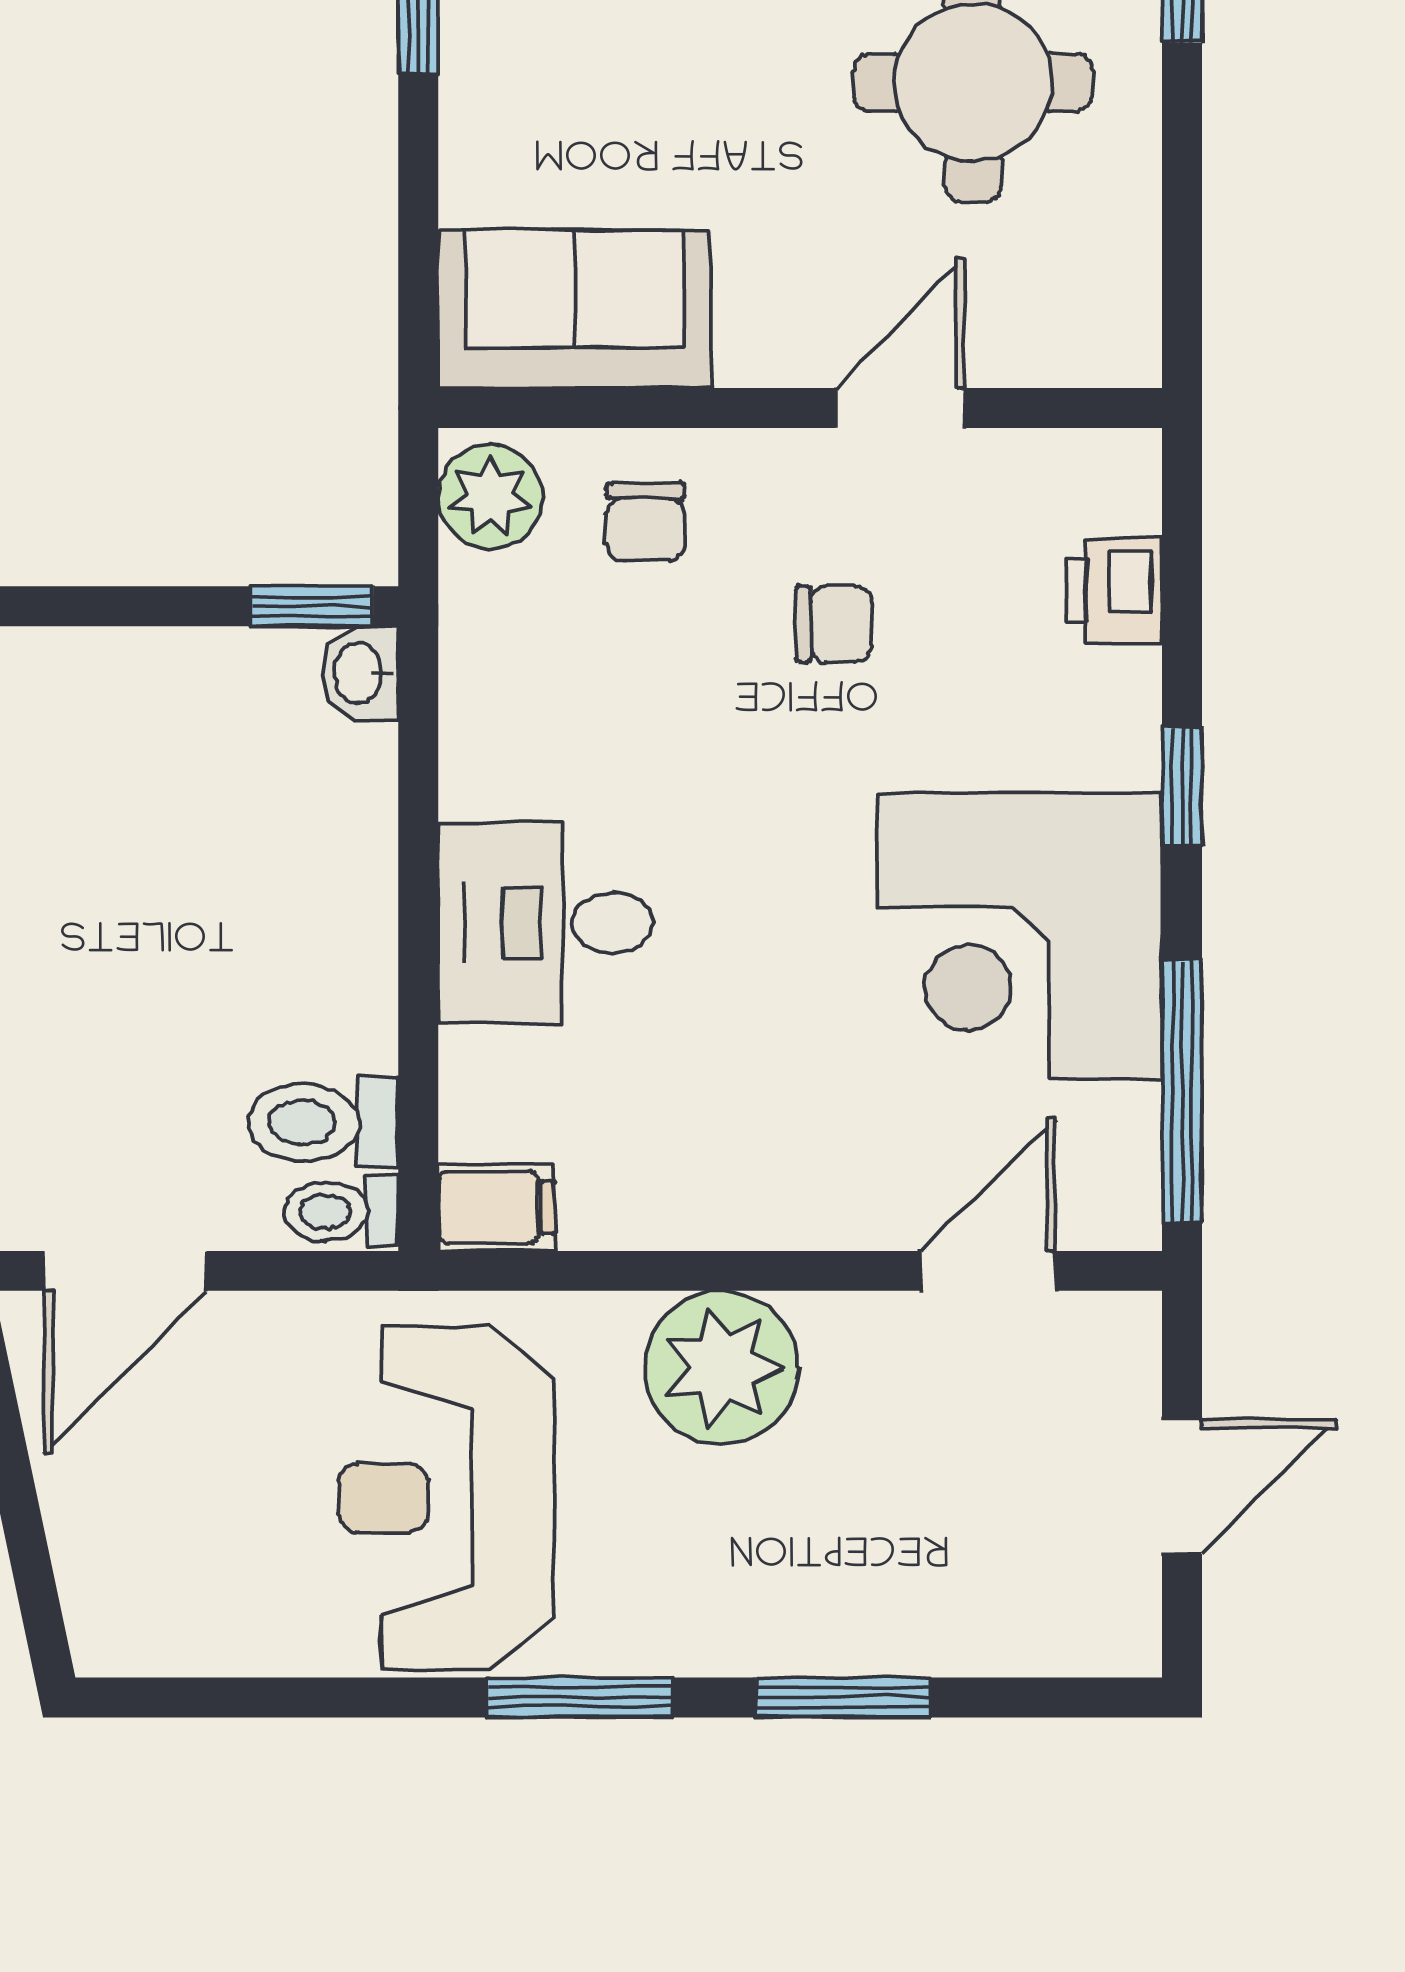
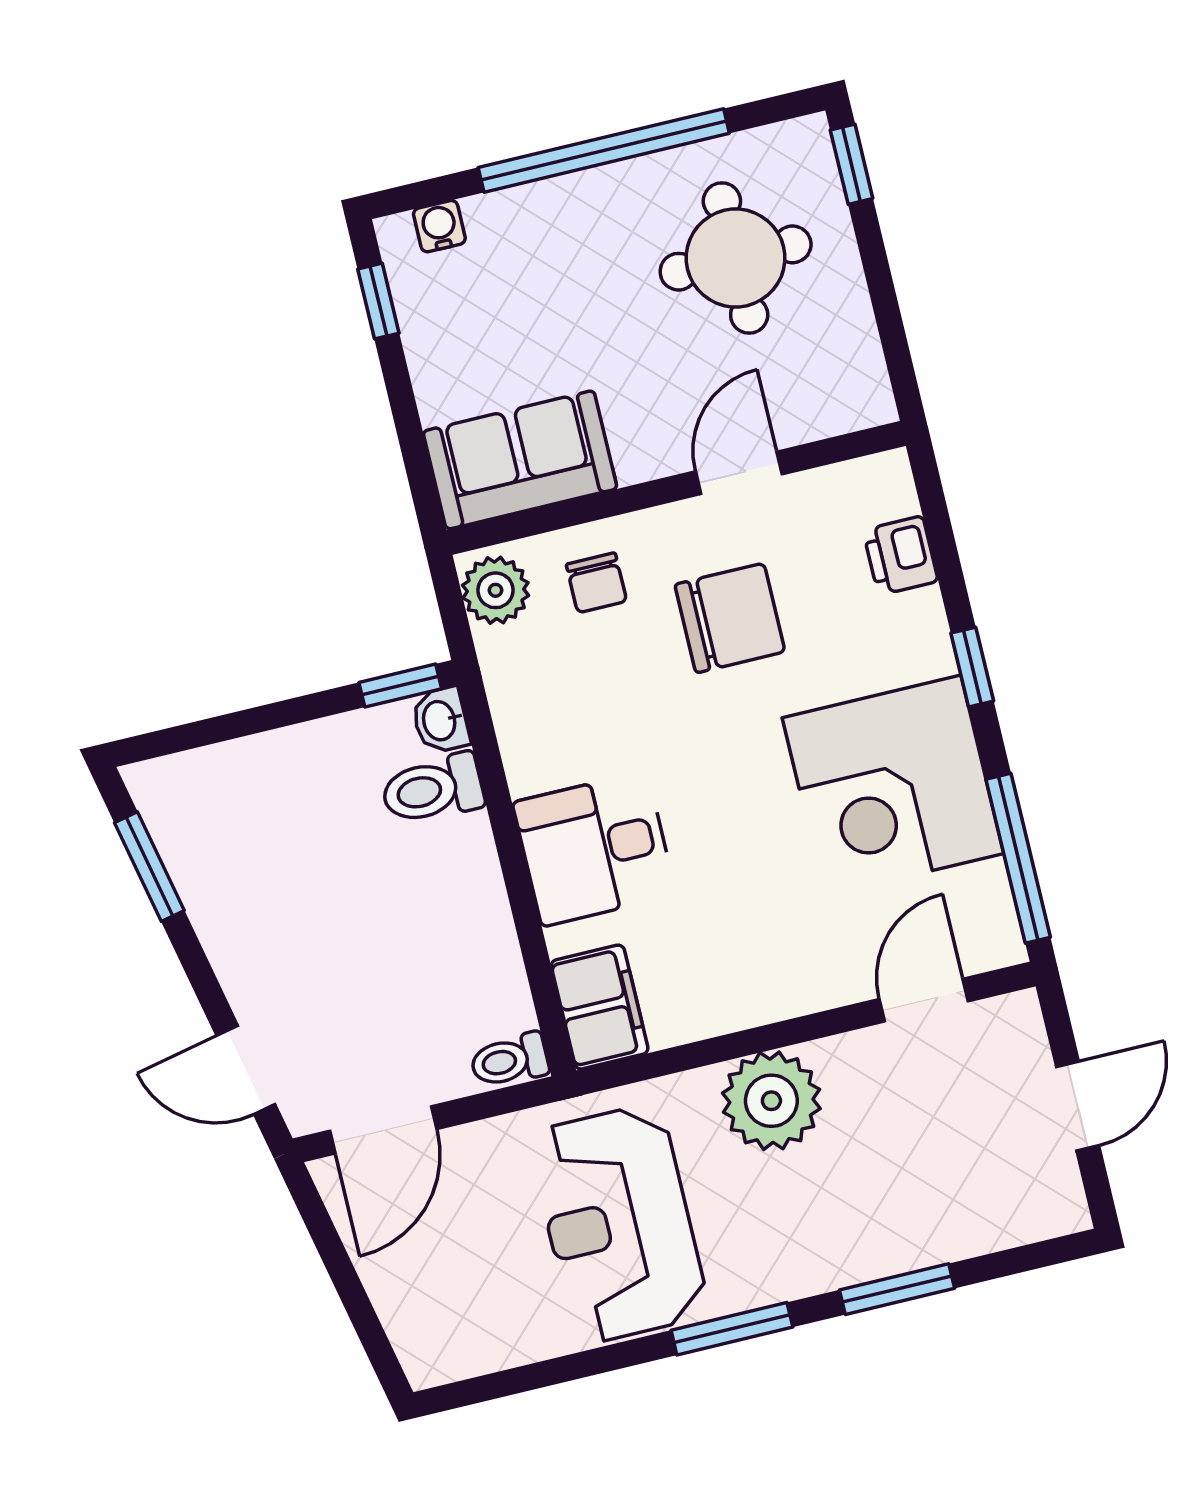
chair: (834, 624) -> (730, 618), width x1.87, depth x1.87
toilet: (323, 1123) -> (433, 789), moved
filing cabinet: (496, 1207) -> (600, 1007), width x2.00

